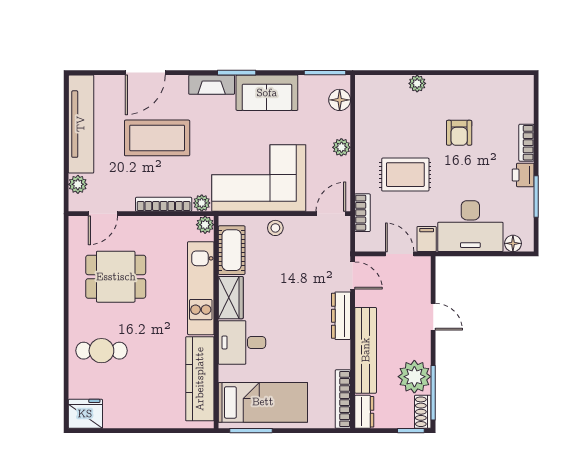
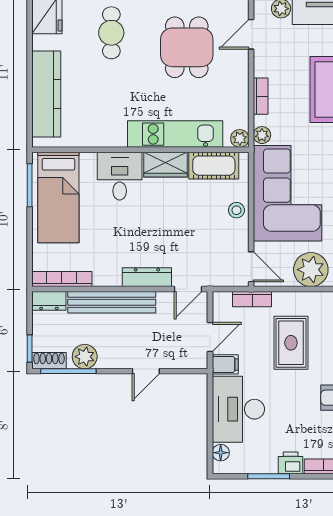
plant: (341, 147) -> (311, 270), width x1.88, depth x1.88
bookcase: (164, 204) -> (261, 96), width x0.64
door: (103, 214) -> (251, 34), hinge flipped
plant: (414, 377) -> (85, 357), width x0.73, depth x0.73
kitchen counter: (200, 379) -> (46, 94), moved, turned 90

